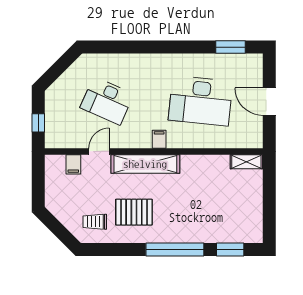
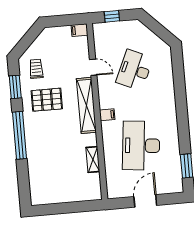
shelving: (246, 162) -> (93, 160), moved
filing cabinet: (73, 164) -> (79, 30), moved
pallet: (134, 212) -> (47, 100), turned 90
window: (230, 250) -> (15, 87), moved

